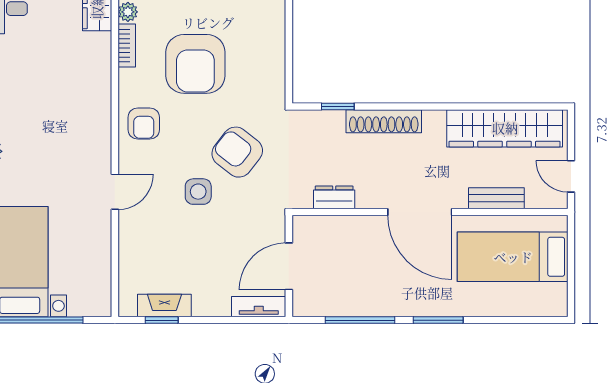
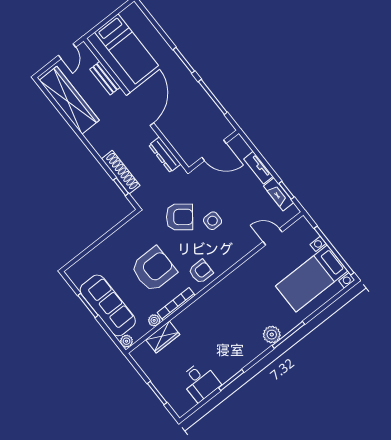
bookcase: (127, 45) -> (176, 304), width x1.56
shoe rack: (384, 121) -> (121, 172), moved
armchair: (237, 152) -> (179, 217), turned -90
door: (115, 192) -> (273, 237), moved
dresser: (334, 197) -> (165, 155), width x1.44
tv unit: (259, 307) -> (258, 168), moved

